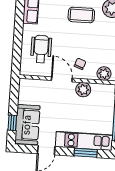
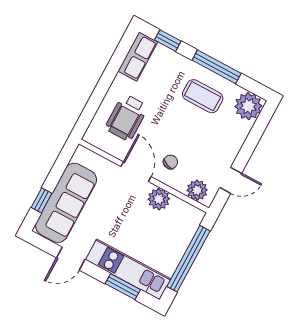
wheelchair: (41, 49) -> (127, 118), turned 180
sofa: (27, 125) -> (66, 203), width x1.36

